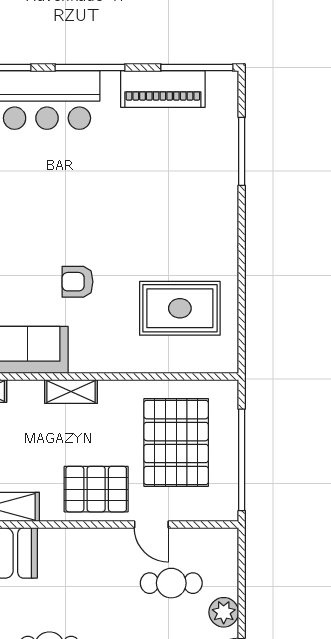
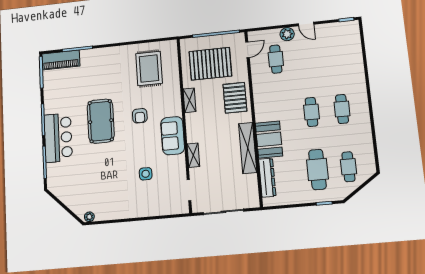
piano: (163, 89) -> (61, 60), moved, turned 90
pool table: (74, 195) -> (101, 121), added
shelving: (71, 391) -> (189, 100), moved
door: (151, 525) -> (247, 50), moved

